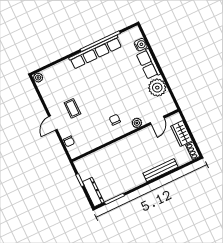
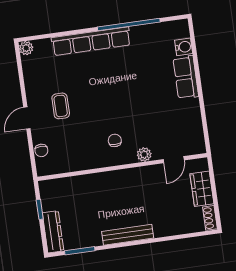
row of seats: (95, 52) -> (91, 41), moved
plant: (157, 88) -> (188, 114), removed
bench: (161, 170) -> (128, 235), moved

